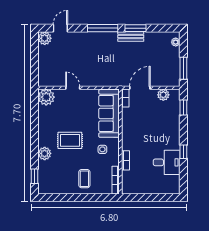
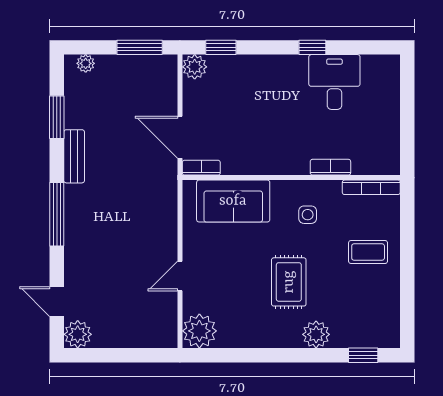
window: (136, 28) -> (57, 117), moved
plant: (163, 95) -> (195, 67), moved
sofa: (109, 113) -> (233, 201), width x0.73

